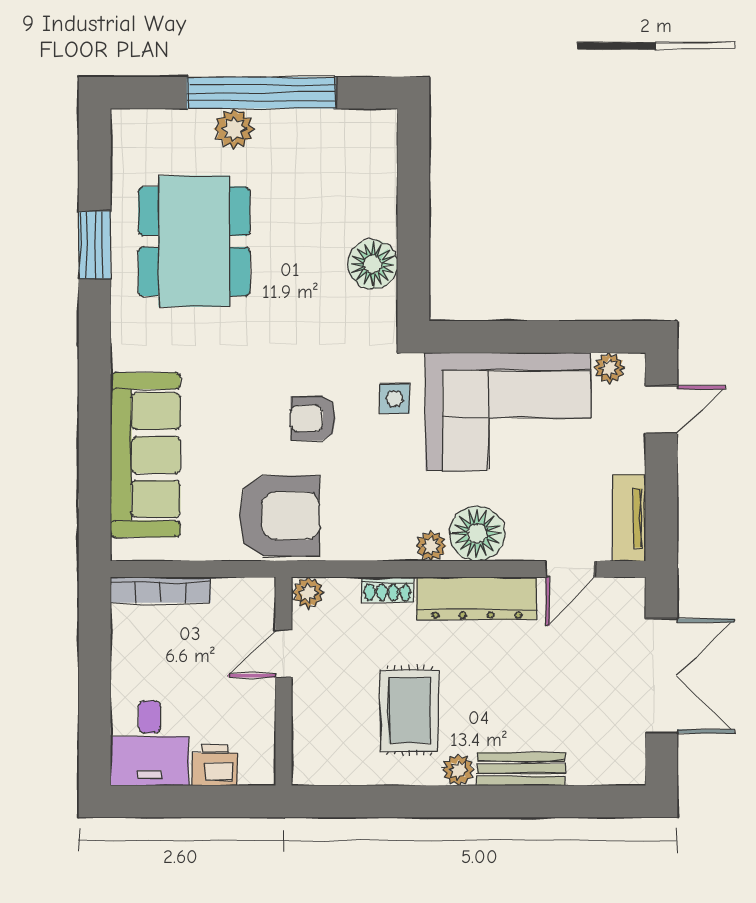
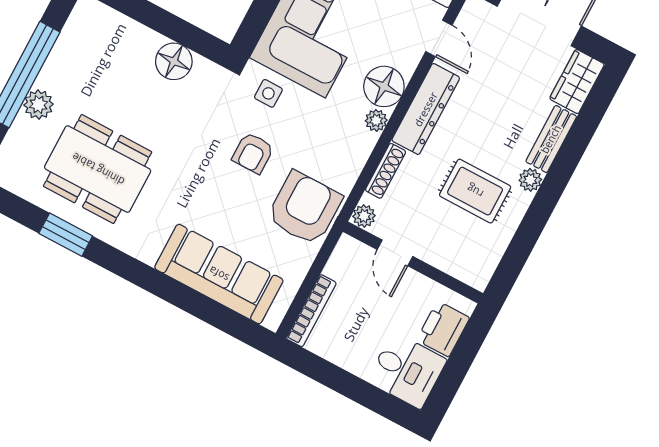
shoe rack: (388, 590) -> (386, 171), width x1.43
wardrobe: (607, 763) -> (577, 81), added
printer: (215, 765) -> (443, 329), width x1.36, depth x1.24

